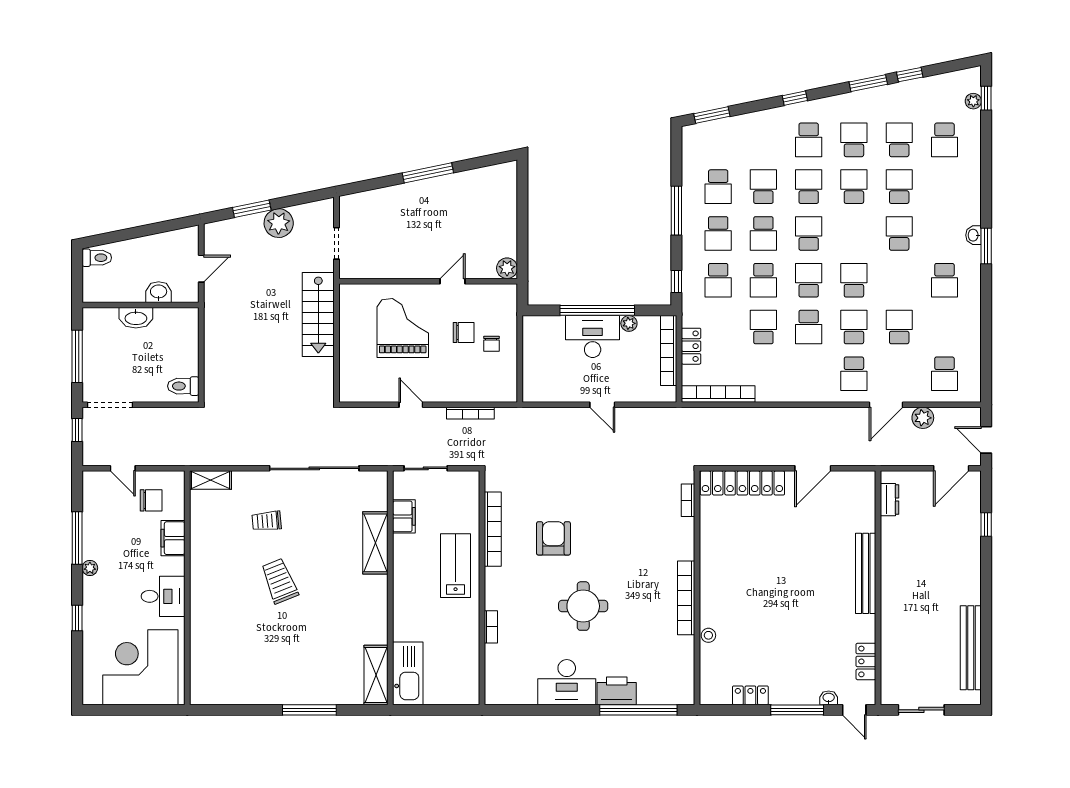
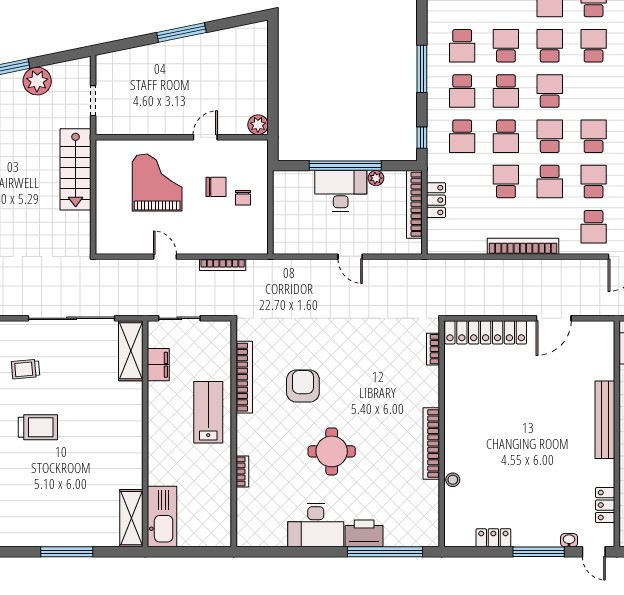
bookcase: (718, 394) -> (523, 246), moved
shelving: (375, 543) -> (131, 351), moved
trolley: (280, 581) -> (38, 427), turned 112

